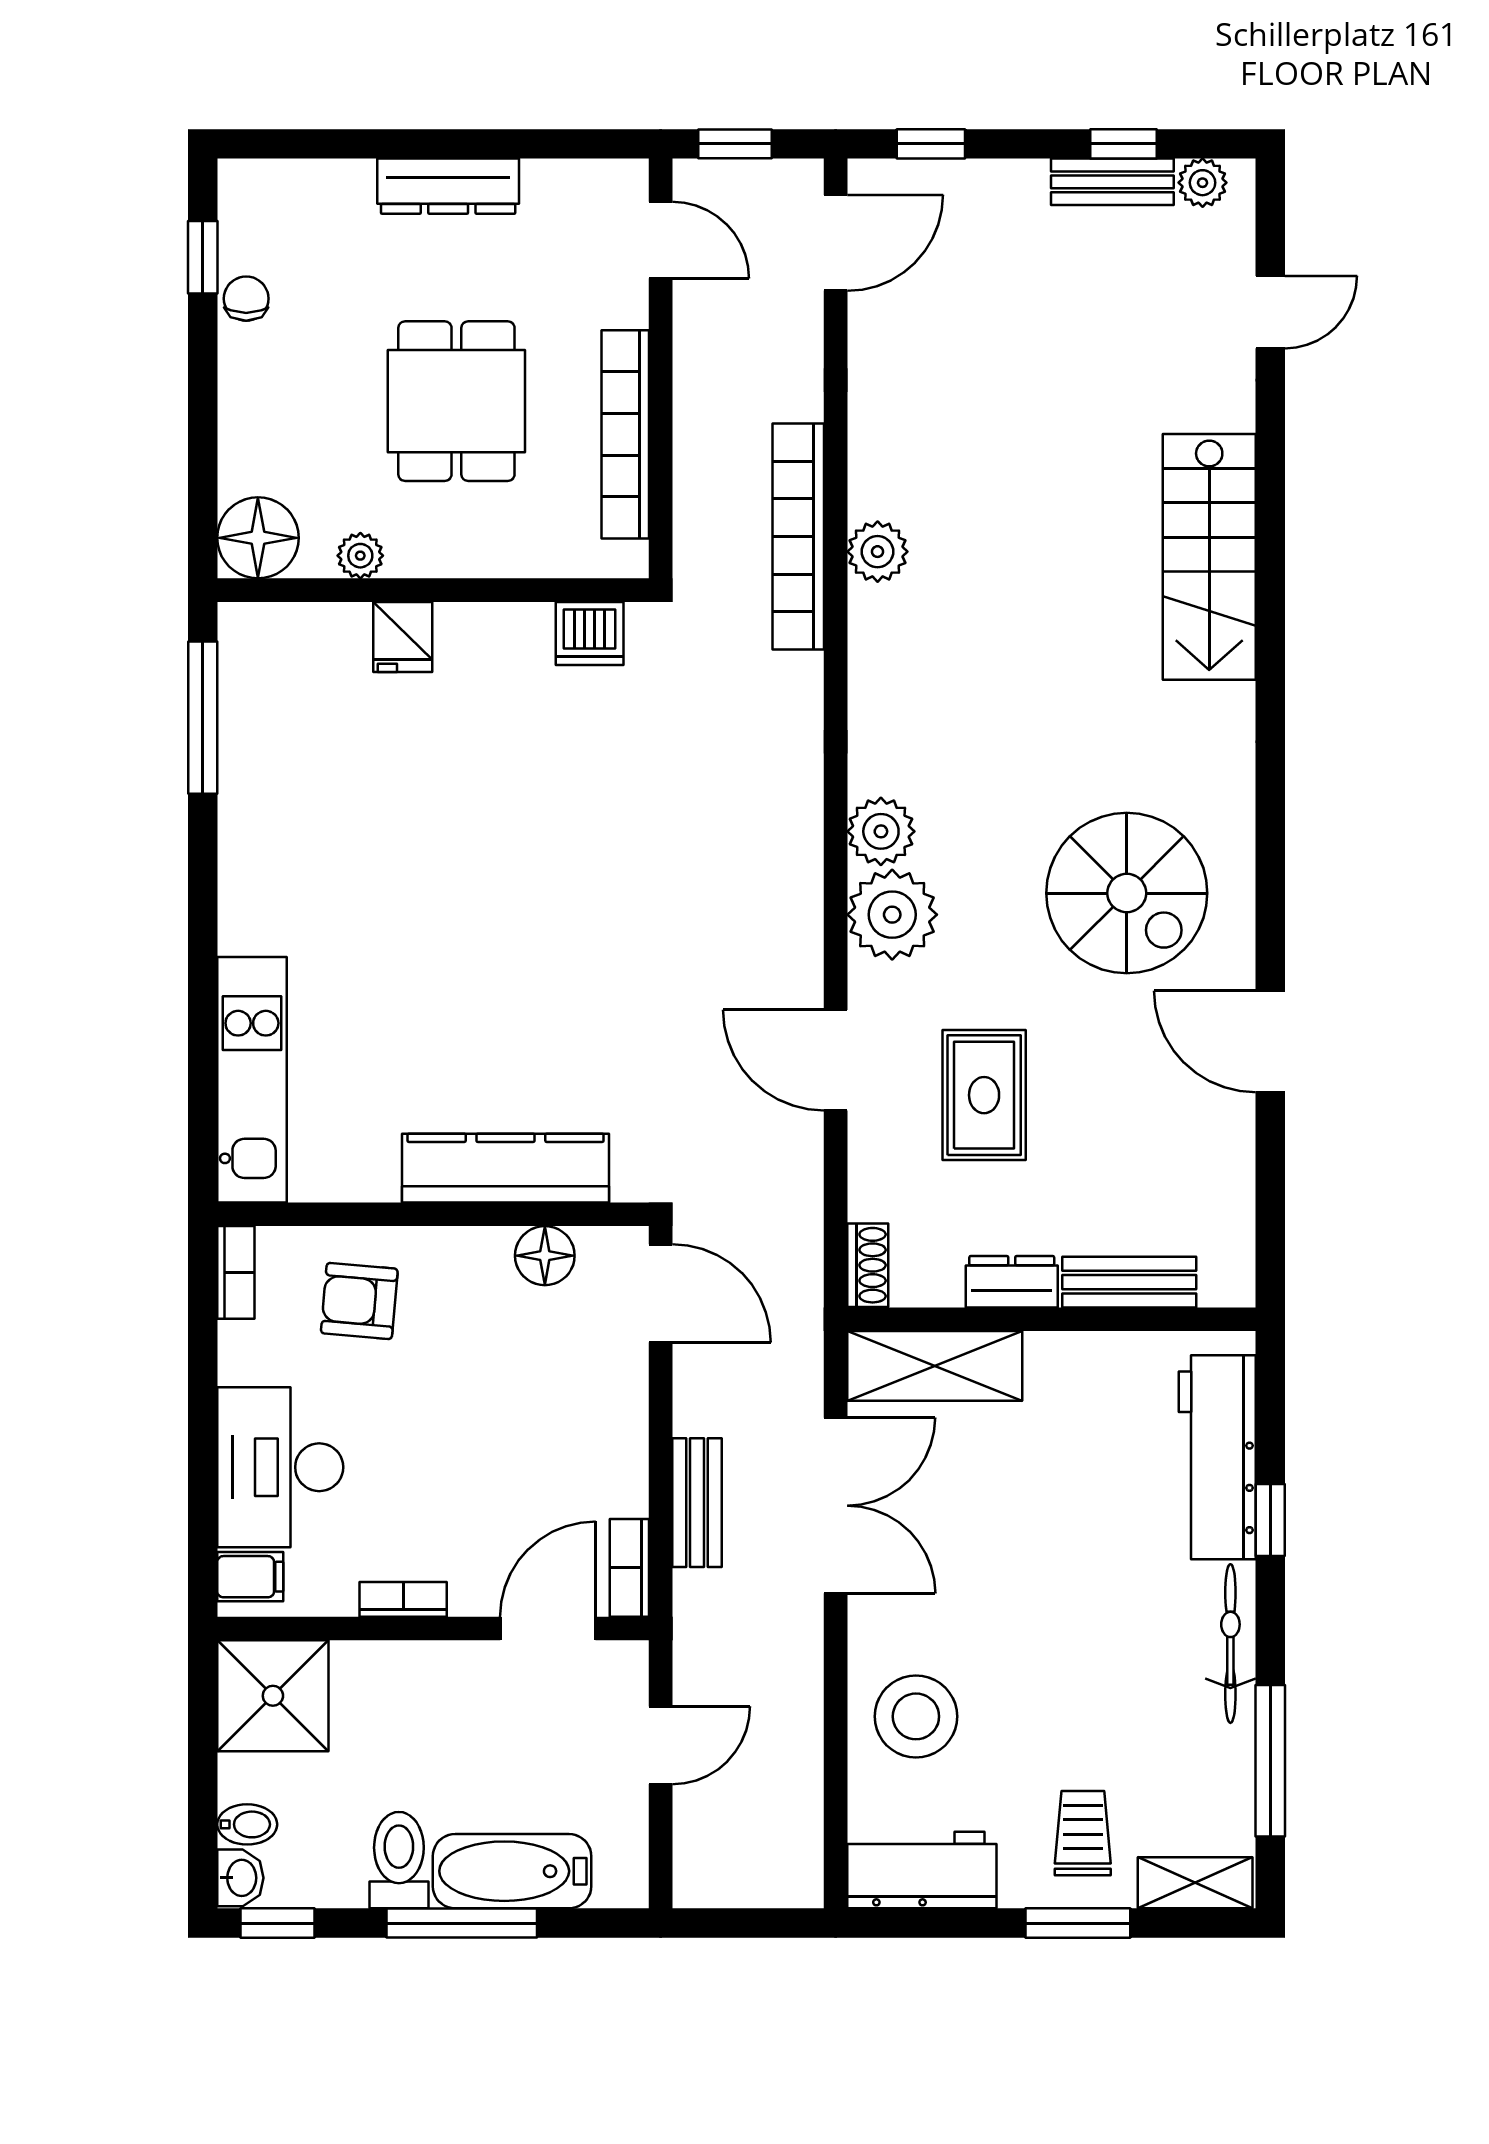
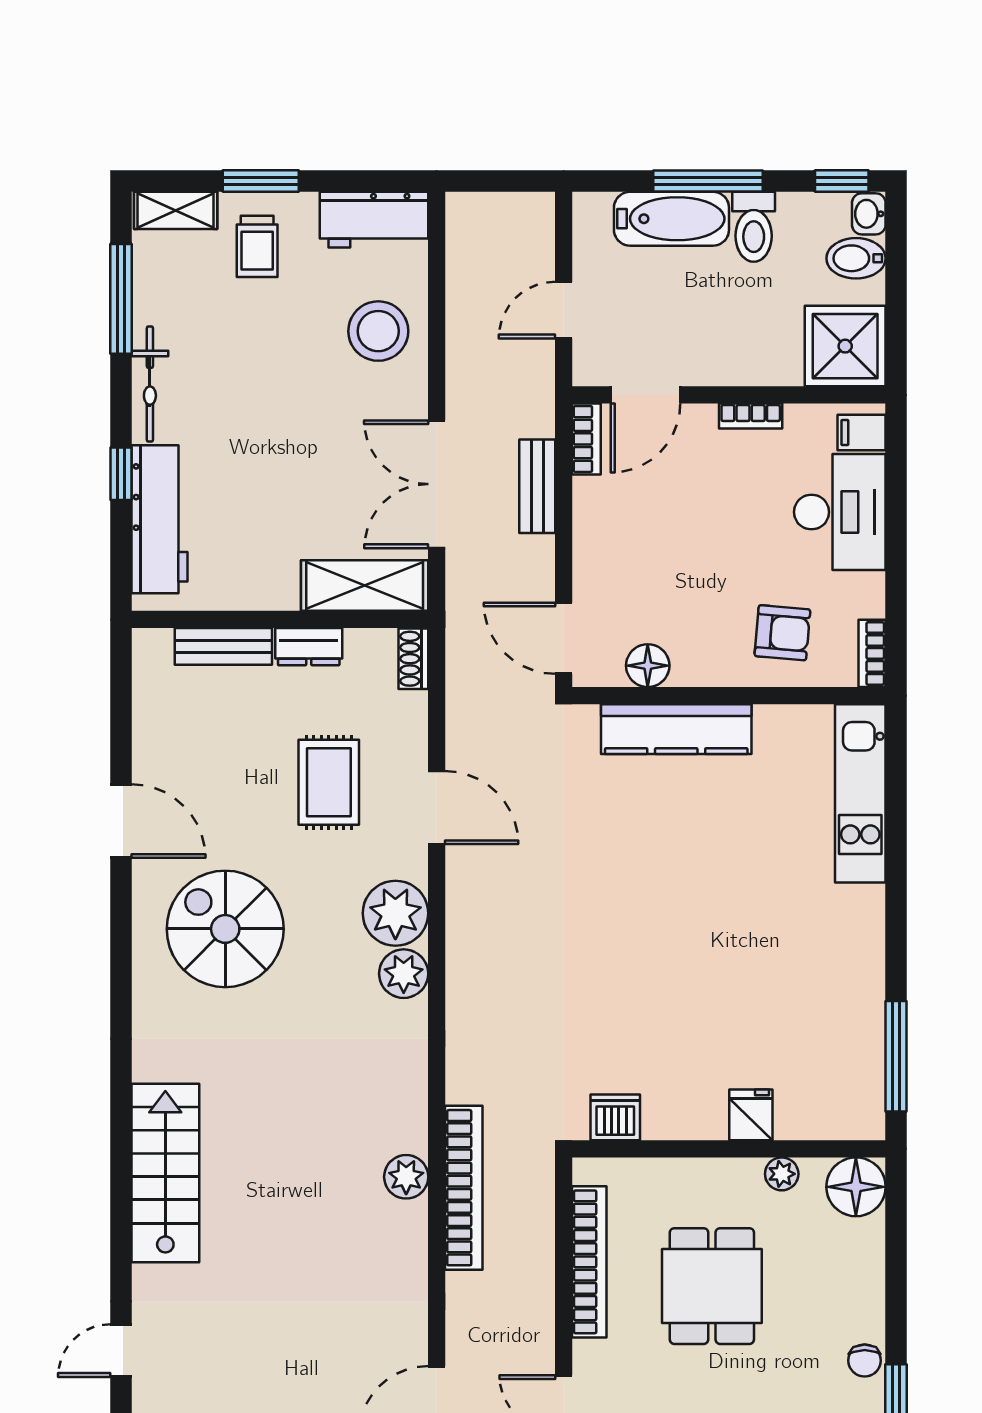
bidet: (247, 1824) -> (856, 258), width x1.38, depth x1.36

